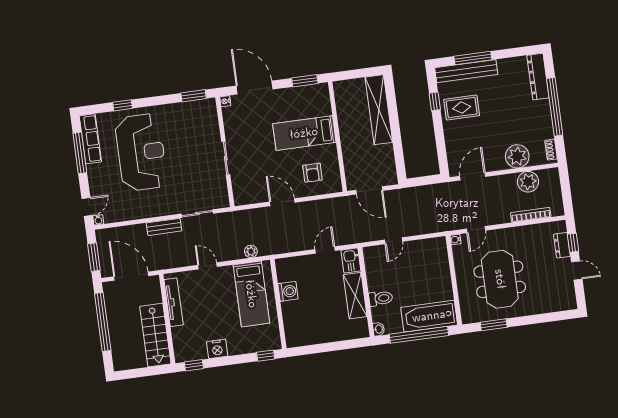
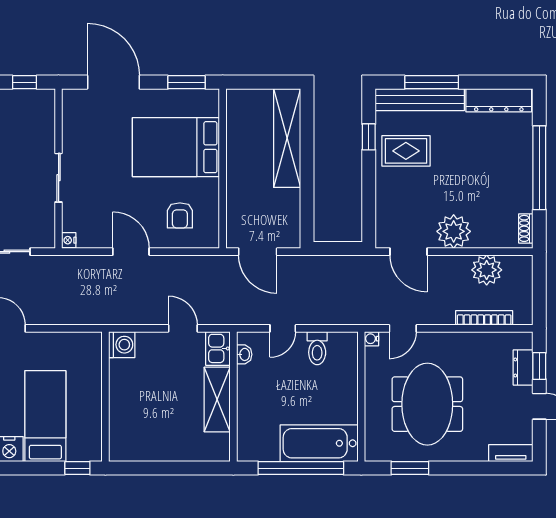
dresser: (538, 77) -> (499, 100), moved, turned -90
window: (194, 96) -> (24, 82), width x0.67
nightstand: (225, 101) -> (69, 240), moved
bed: (304, 133) -> (176, 147), width x1.50
plant: (517, 156) -> (454, 231), moved
door: (473, 176) -> (408, 252), swing flipped
door: (325, 250) -> (183, 328), hinge flipped
plant: (251, 251) -> (76, 316), removed
washing machine: (288, 291) -> (122, 345), moved
bed: (251, 294) -> (45, 416), moved, turned 180
toilet: (381, 298) -> (317, 348), moved, turned 90
tv unit: (562, 305) -> (511, 453), added
washbasin: (379, 329) -> (244, 354), moved

